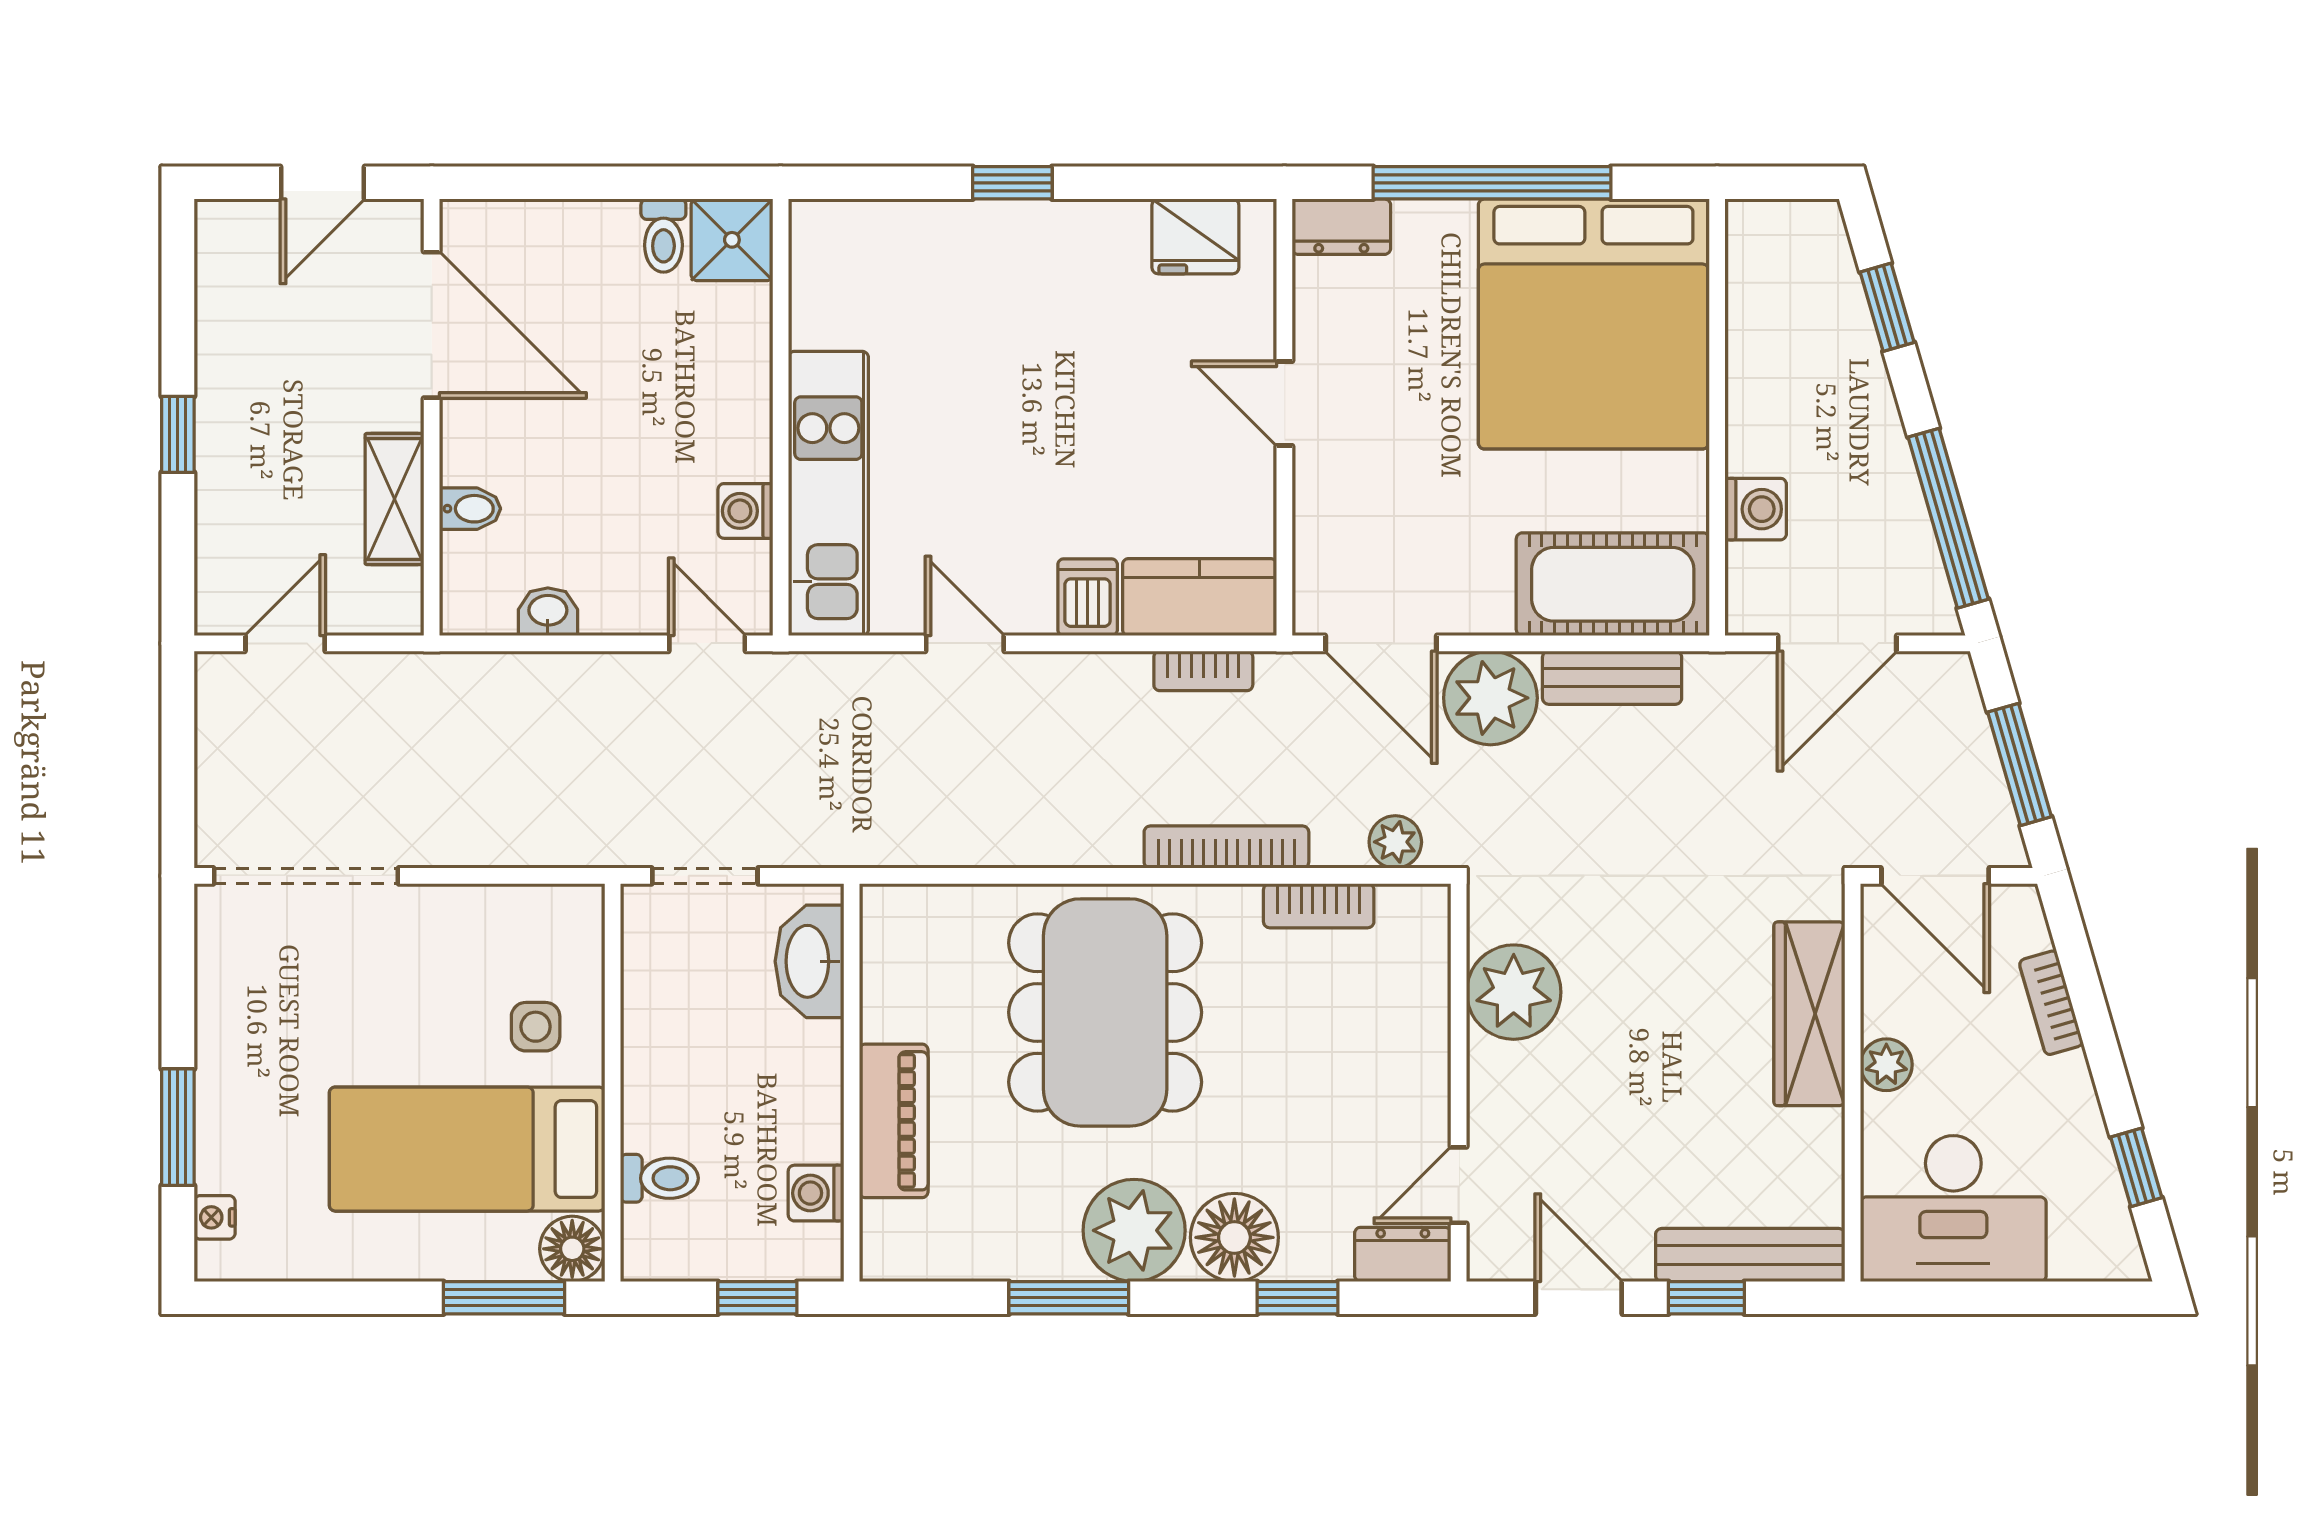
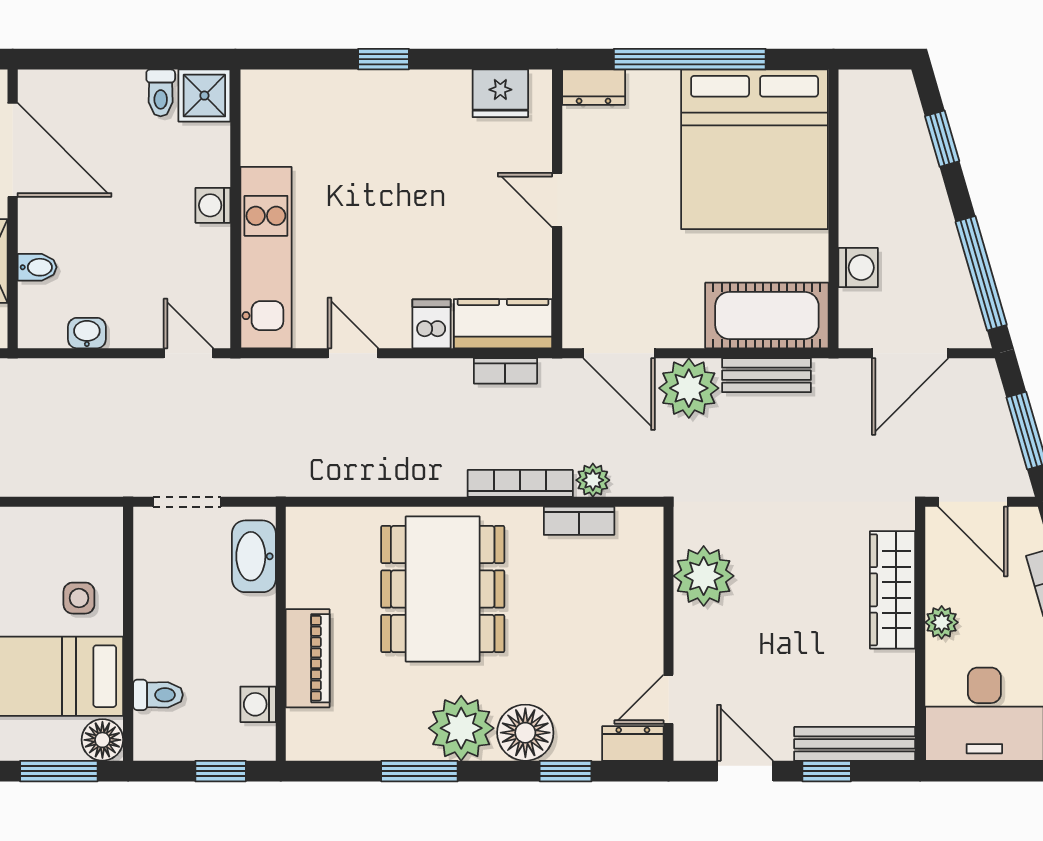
washing machine: (745, 511) -> (213, 205), moved
plant: (1395, 842) -> (593, 480), moved

